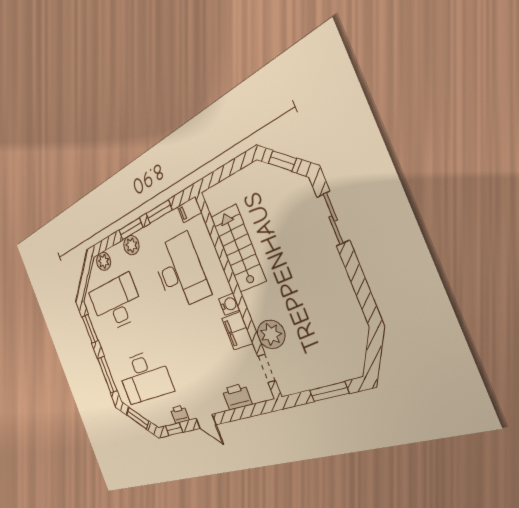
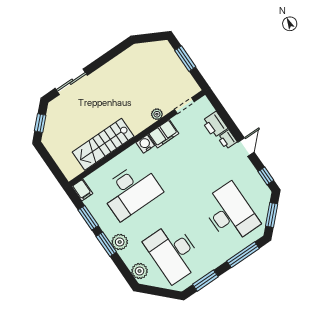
desk: (180, 272) -> (131, 191), turned 180
plant: (271, 334) -> (157, 114), width x0.53, depth x0.53
printer: (180, 414) -> (227, 140), moved

